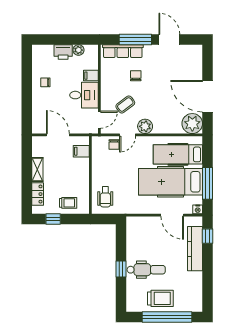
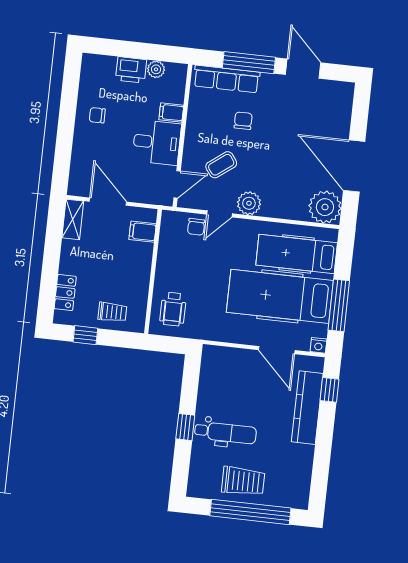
shelving: (37, 169) -> (73, 219), moved

